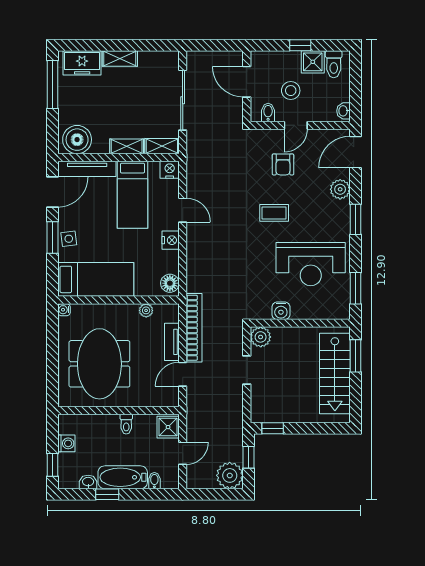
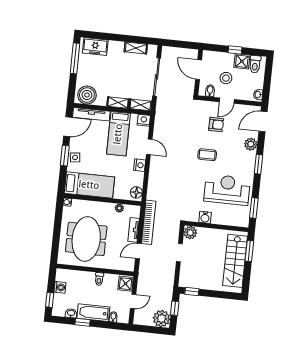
shelving: (120, 58) -> (136, 48), moved
armchair: (283, 164) -> (216, 125), turned -89
reception desk: (311, 264) -> (227, 190), turned 180

